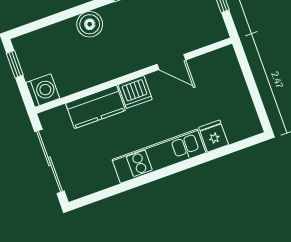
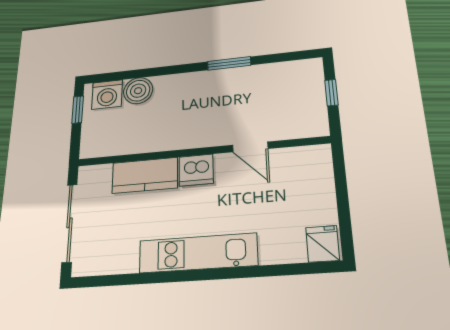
boiler: (90, 24) -> (138, 91), moved
washing machine: (43, 91) -> (107, 94), moved, turned 90
fridge: (214, 136) -> (323, 244), moved

